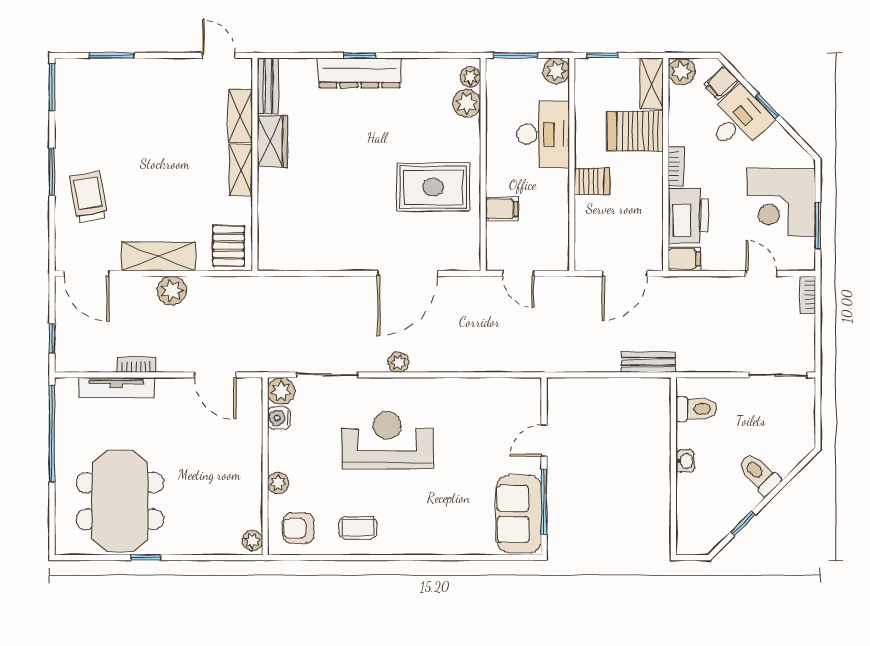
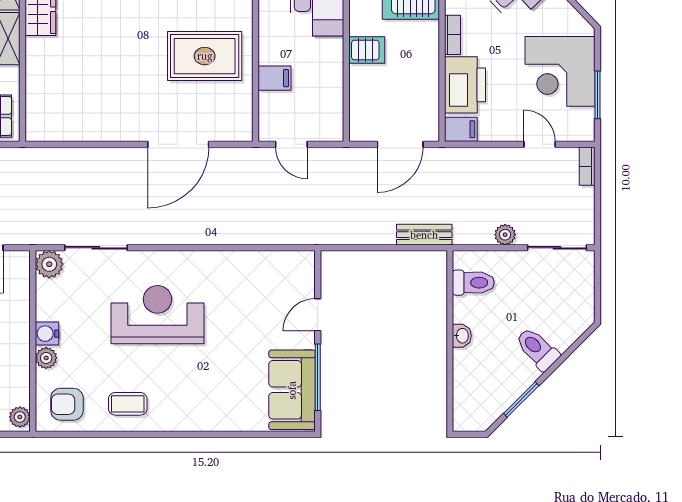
plant: (399, 362) -> (505, 235), moved
water cooler: (279, 418) -> (47, 334), moved
window: (743, 523) -> (521, 399), width x1.50

